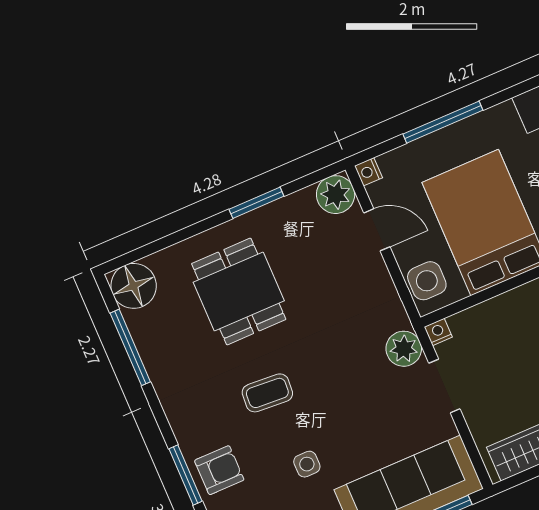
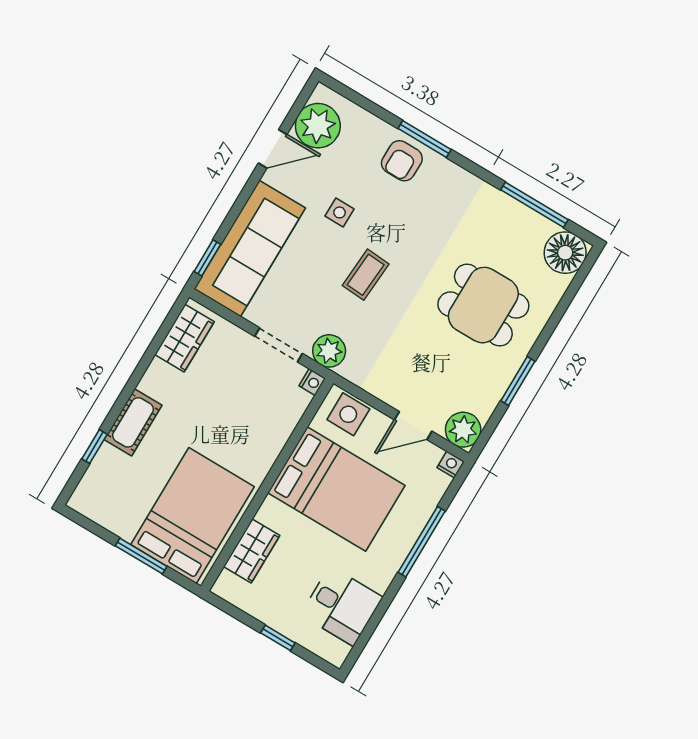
coffee table: (267, 393) -> (366, 275), moved

